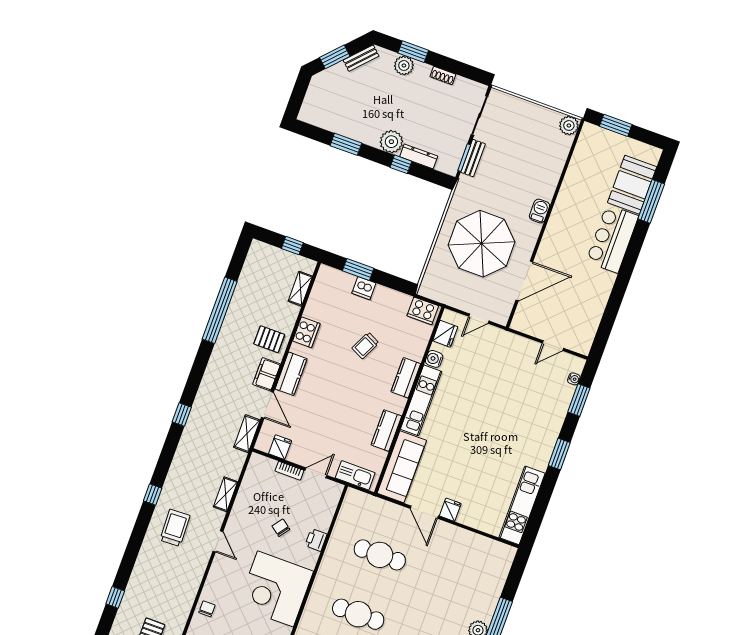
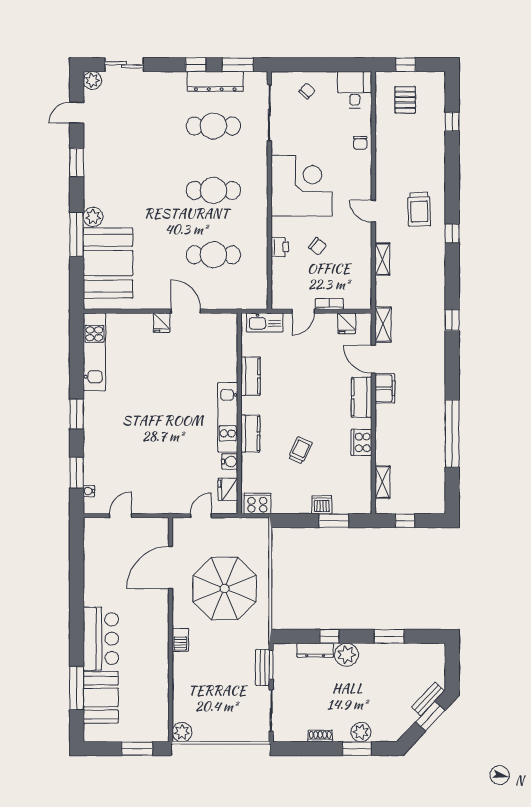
bench: (361, 58) -> (428, 699), moved
pallet: (269, 339) -> (395, 423), removed
sofa: (402, 467) -> (223, 347), removed
booth: (480, 583) -> (108, 263), added

